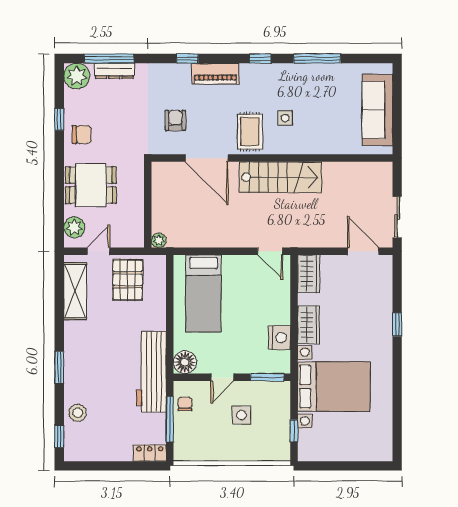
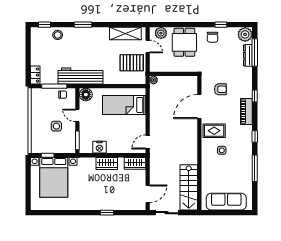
stairs: (280, 177) -> (189, 187), moved
bed with nightstands: (334, 387) -> (54, 177), moved

